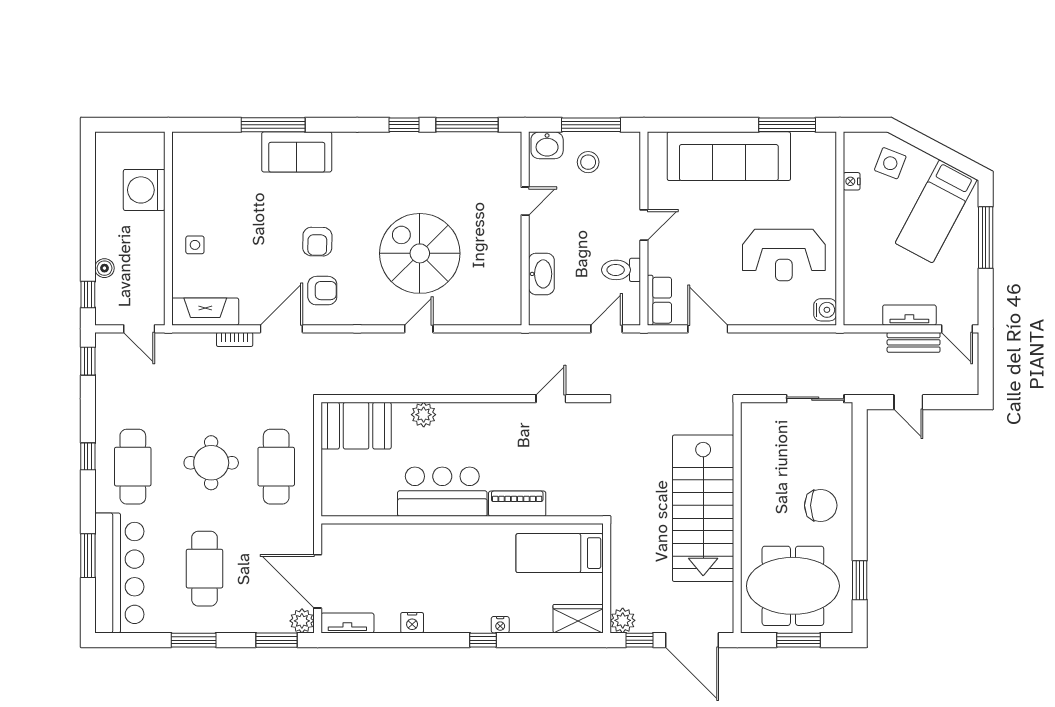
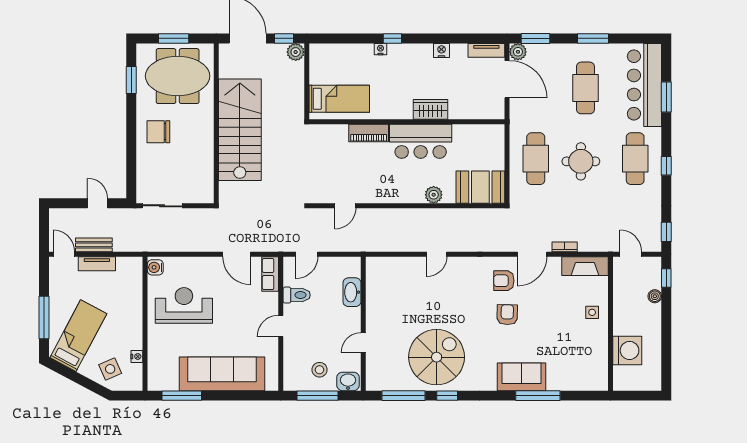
side table: (890, 163) -> (110, 369), turned 45
spiral stairs: (420, 253) -> (437, 357), moved, turned -90
wardrobe: (578, 619) -> (431, 109), moved, turned 180

